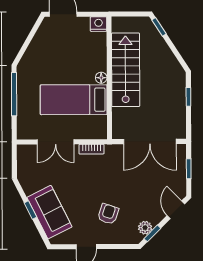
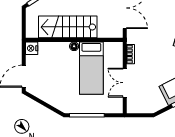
double door: (56, 142) -> (125, 83), swing flipped

